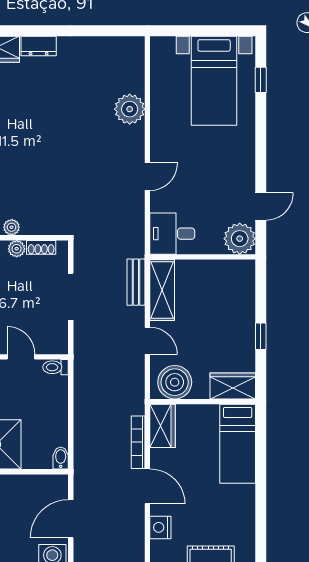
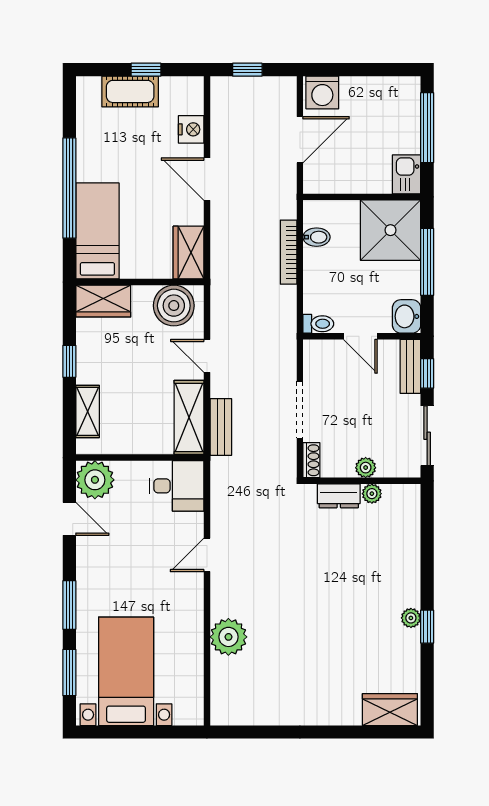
dresser: (39, 46) -> (339, 496), moved, turned 180
window: (261, 80) -> (69, 672), width x1.50
window: (261, 135) -> (69, 605), added
door: (261, 206) -> (69, 519), swing flipped
shoe rack: (41, 247) -> (311, 460), moved, turned 90
shelving: (246, 295) -> (88, 411), added
bookcase: (138, 442) -> (289, 252), moved, turned 180
bidet: (61, 458) -> (317, 237), moved, turned -90
window: (261, 479) -> (69, 188), added

